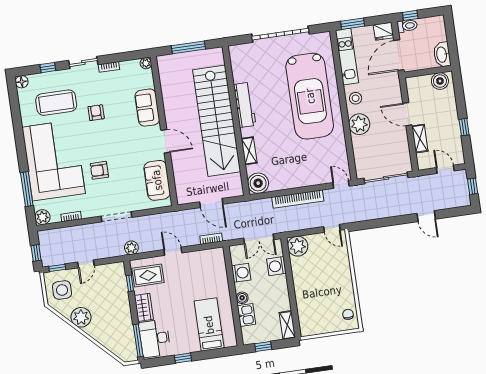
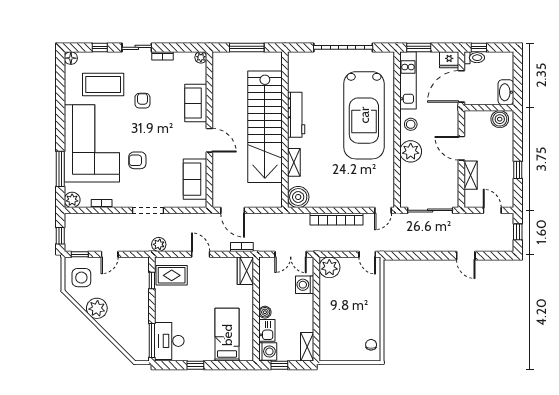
door: (341, 184) -> (383, 210), swing flipped
door: (211, 203) -> (233, 210), moved
washing machine: (241, 273) -> (268, 351), moved
wardrobe: (144, 307) -> (245, 271), moved, turned 180

